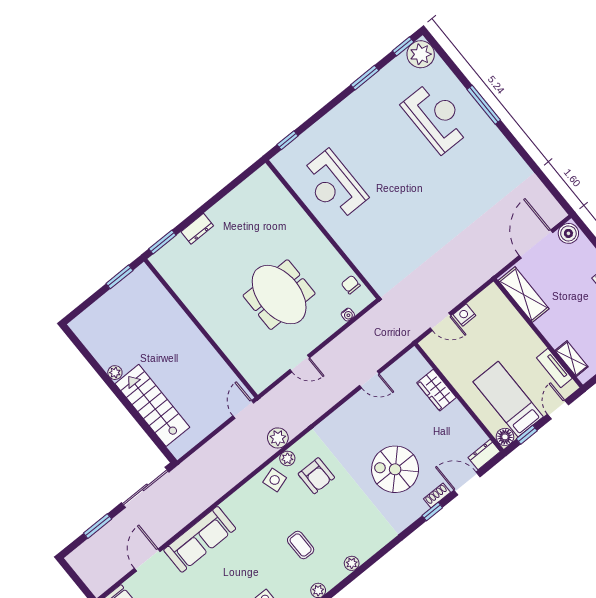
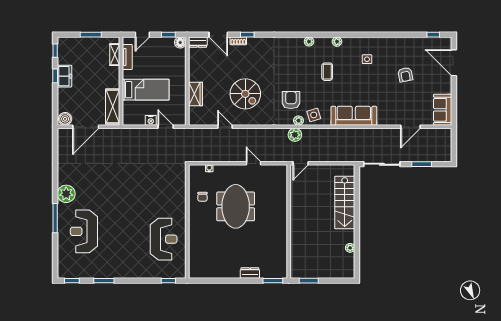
plant: (421, 54) -> (66, 194), moved
chair: (351, 285) -> (202, 197), moved
plant: (115, 373) -> (350, 248), moved
bed: (508, 399) -> (146, 90), moved, turned -90
spiral stairs: (395, 469) -> (245, 94), moved
sofa: (200, 539) -> (354, 116), moved

